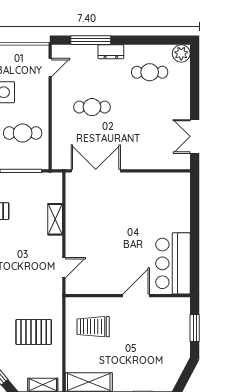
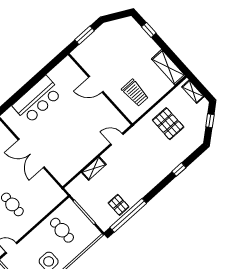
double door: (96, 171) -> (31, 153), moved
bar counter: (173, 263) -> (37, 100), moved

